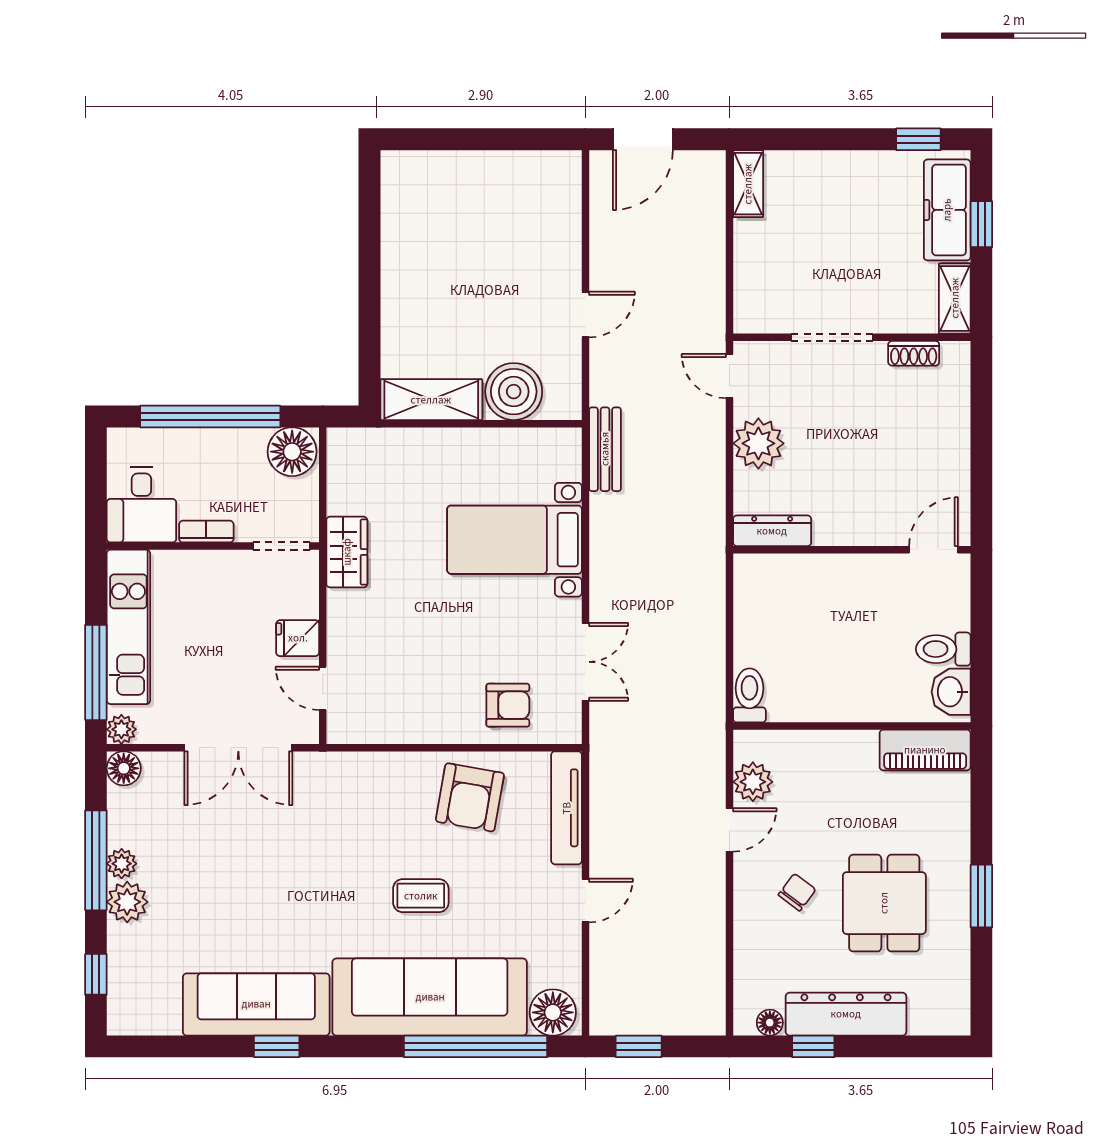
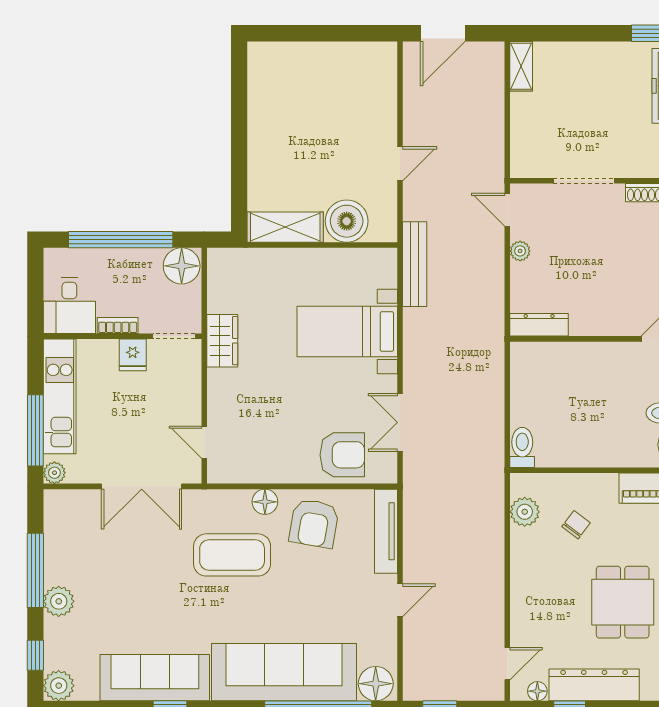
plant: (758, 443) -> (520, 251), width x0.53, depth x0.53
bench: (605, 449) -> (415, 264), width x1.36
fridge: (298, 638) -> (133, 355), moved, turned -90
double door: (585, 662) -> (400, 422), swing flipped
armchair: (508, 705) -> (342, 455), width x1.38, depth x1.38
floor lamp: (124, 768) -> (265, 502), moved
door: (729, 830) -> (507, 664), moved
plant: (122, 864) -> (59, 686), moved, width x1.38, depth x1.38
chair: (797, 892) -> (576, 525), moved
coffee table: (421, 896) -> (232, 555), moved, width x1.86, depth x1.72

